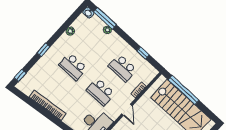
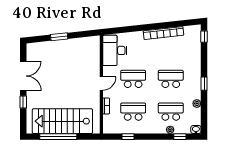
window: (105, 18) -> (180, 137), width x0.46
school desk: (95, 43) -> (171, 112), added
window: (43, 50) -> (204, 84), moved
window: (184, 90) -> (58, 137), moved
door: (127, 110) -> (101, 84), swing flipped

